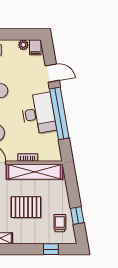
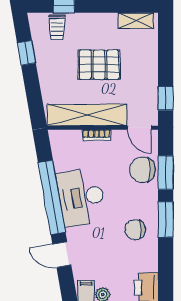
trolley: (60, 223) -> (57, 27), moved

